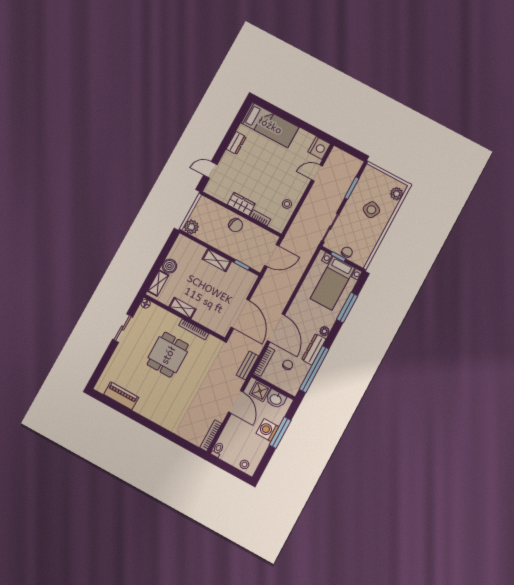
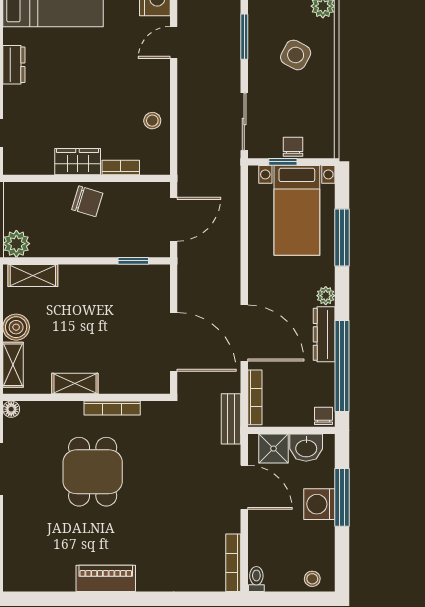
shelving: (217, 260) -> (33, 275), moved
chair: (288, 365) -> (324, 416), moved
piano: (121, 396) -> (106, 578), moved

